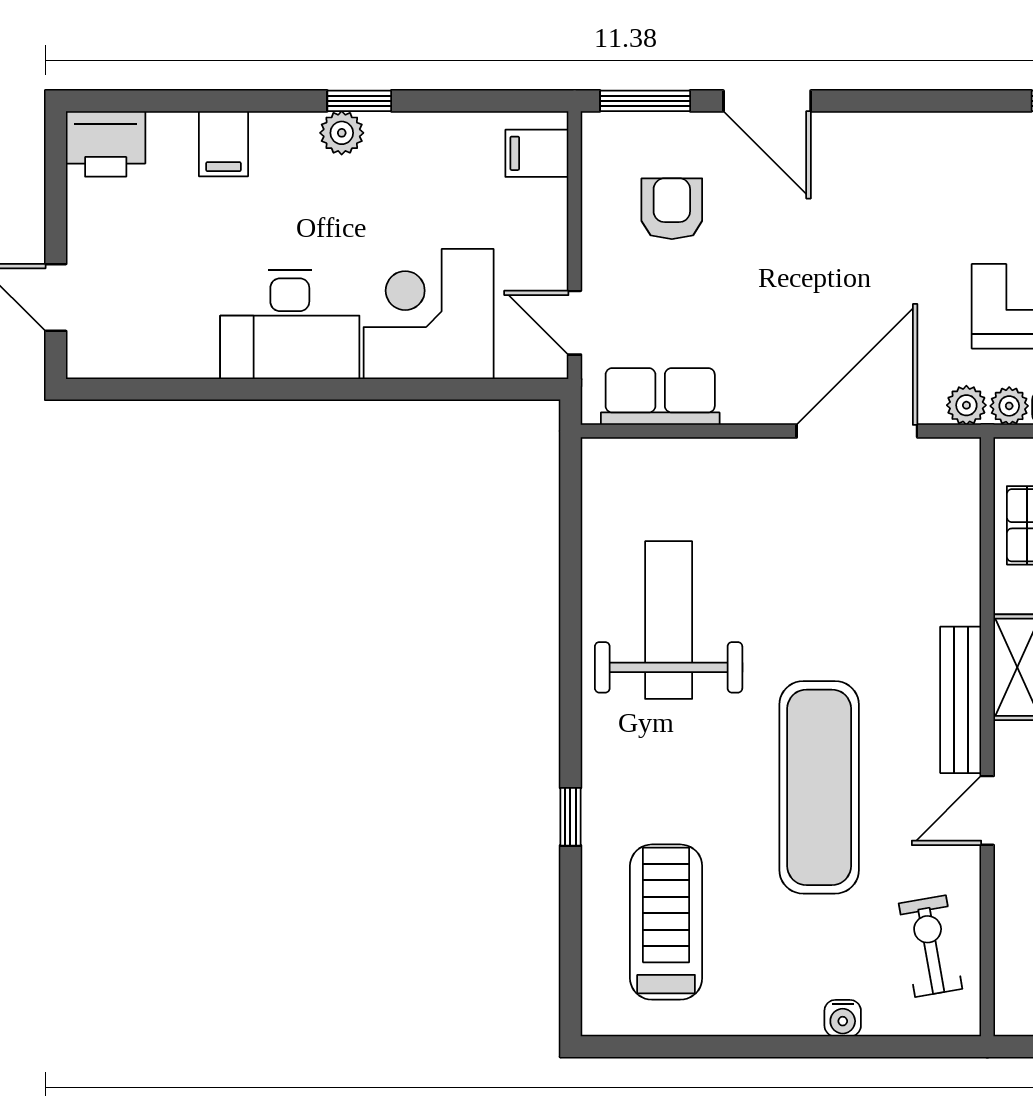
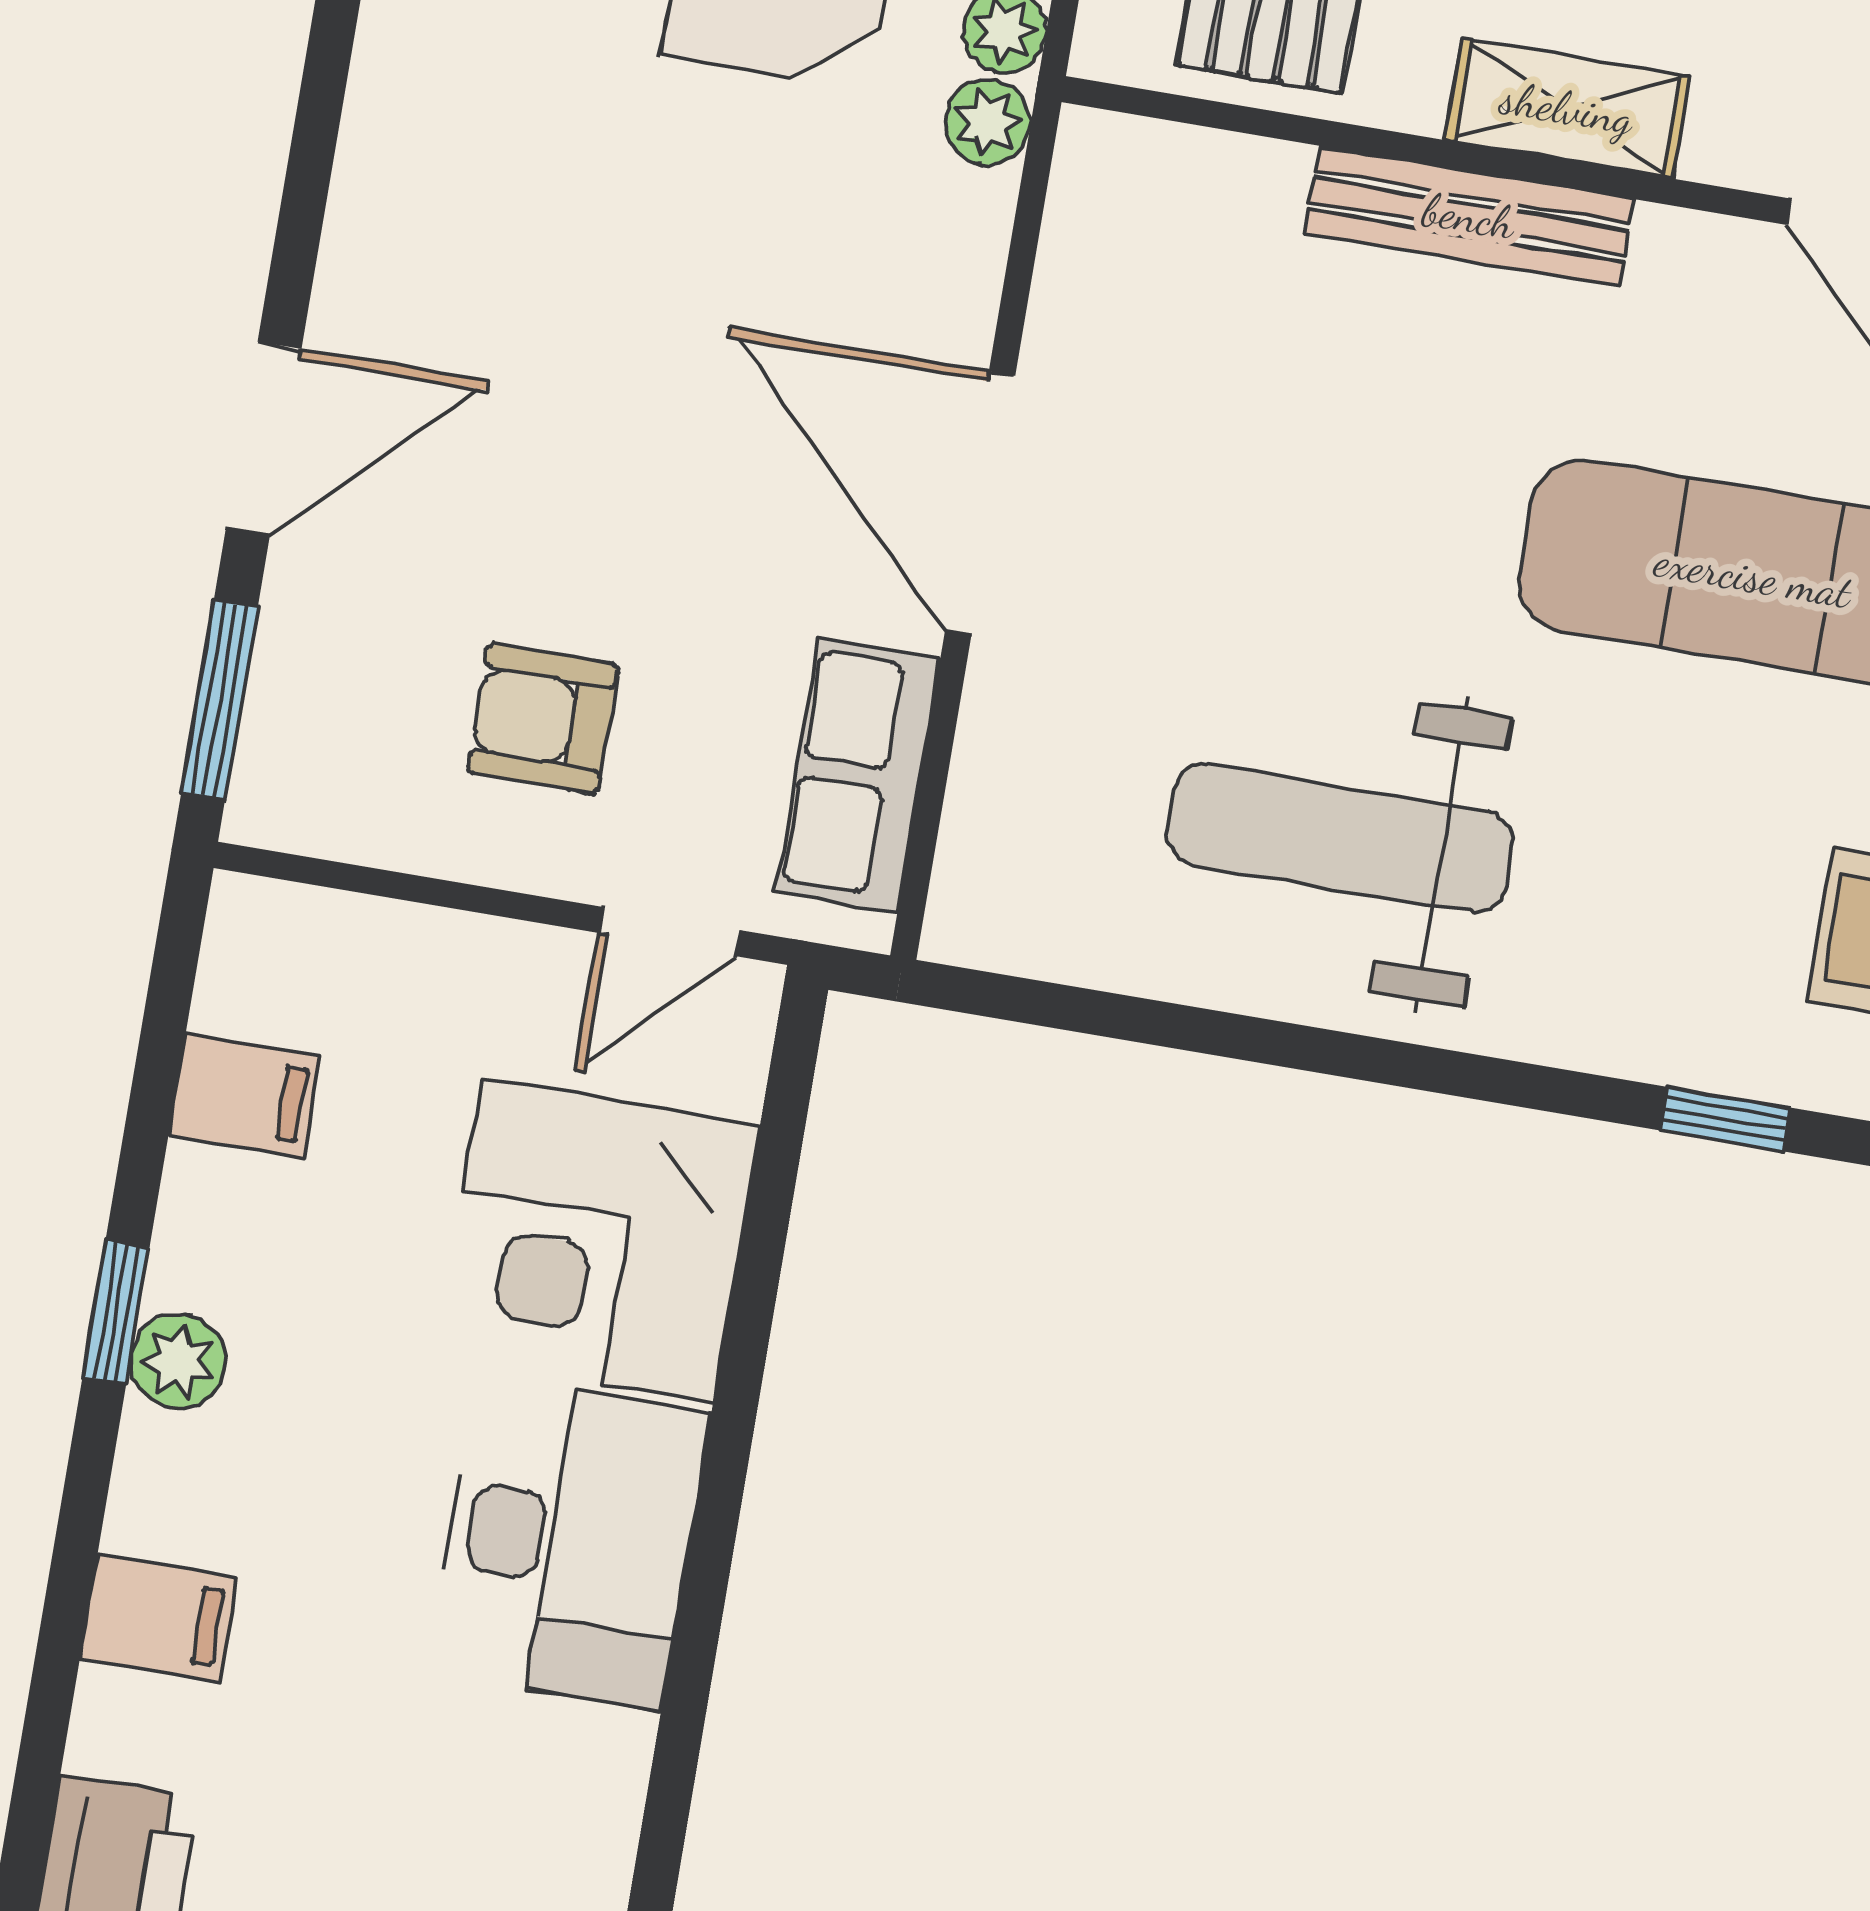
filing cabinet: (537, 153) -> (244, 1096), moved, turned -90
armchair: (672, 209) -> (543, 719), moved
door: (857, 431) -> (980, 503), moved
bench: (961, 700) -> (1469, 216), moved

